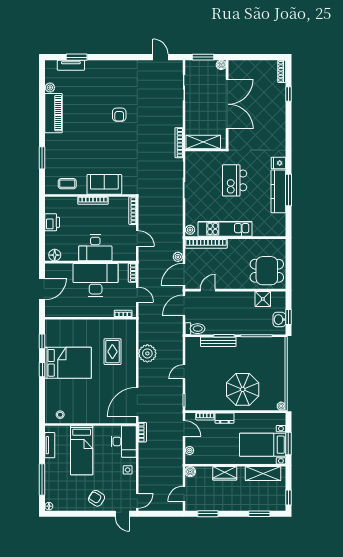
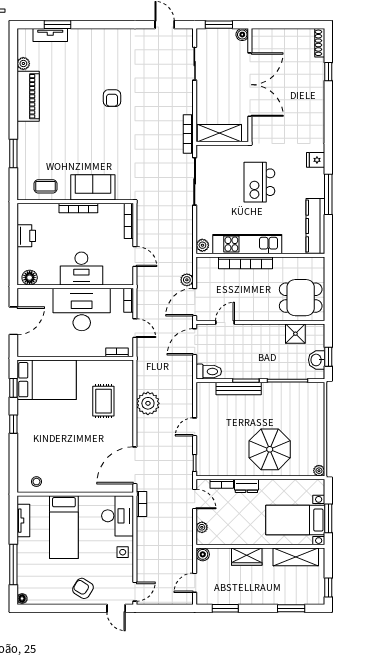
kitchen counter: (278, 191) -> (315, 226), moved
bookcase: (206, 244) -> (245, 263), moved
bed: (68, 363) -> (47, 380), moved

